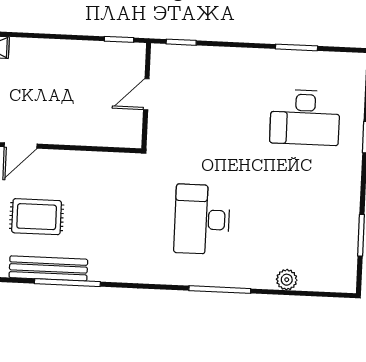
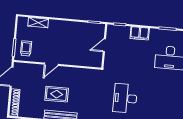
filing cabinet: (230, 62) -> (140, 33), added

